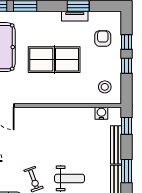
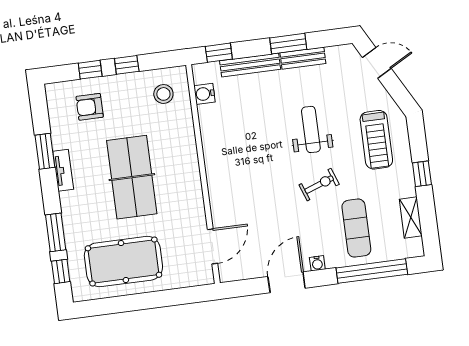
tv unit: (75, 16) -> (63, 170), moved

